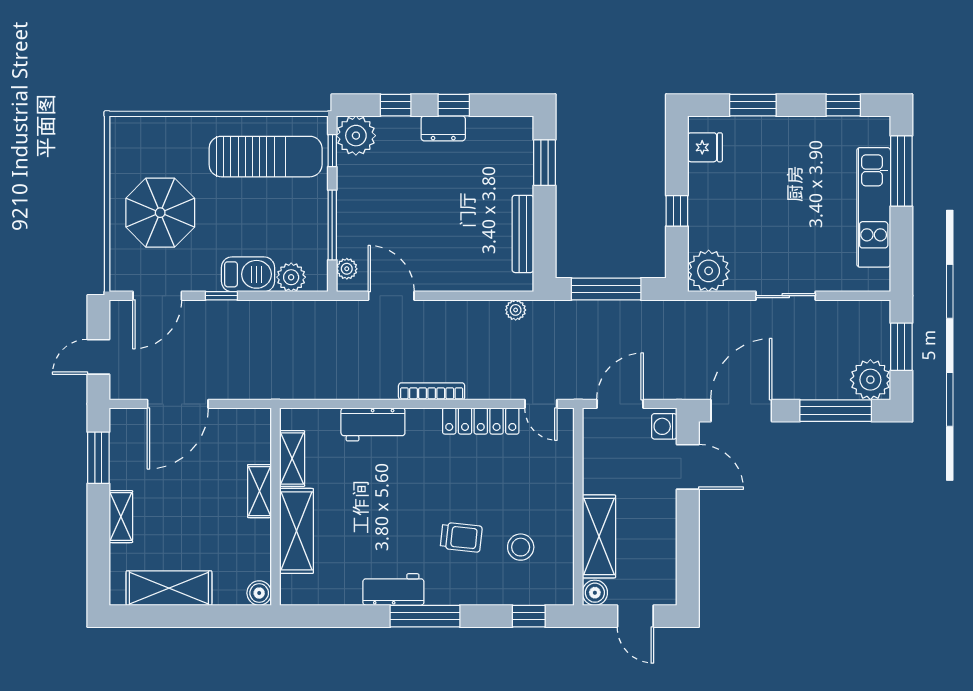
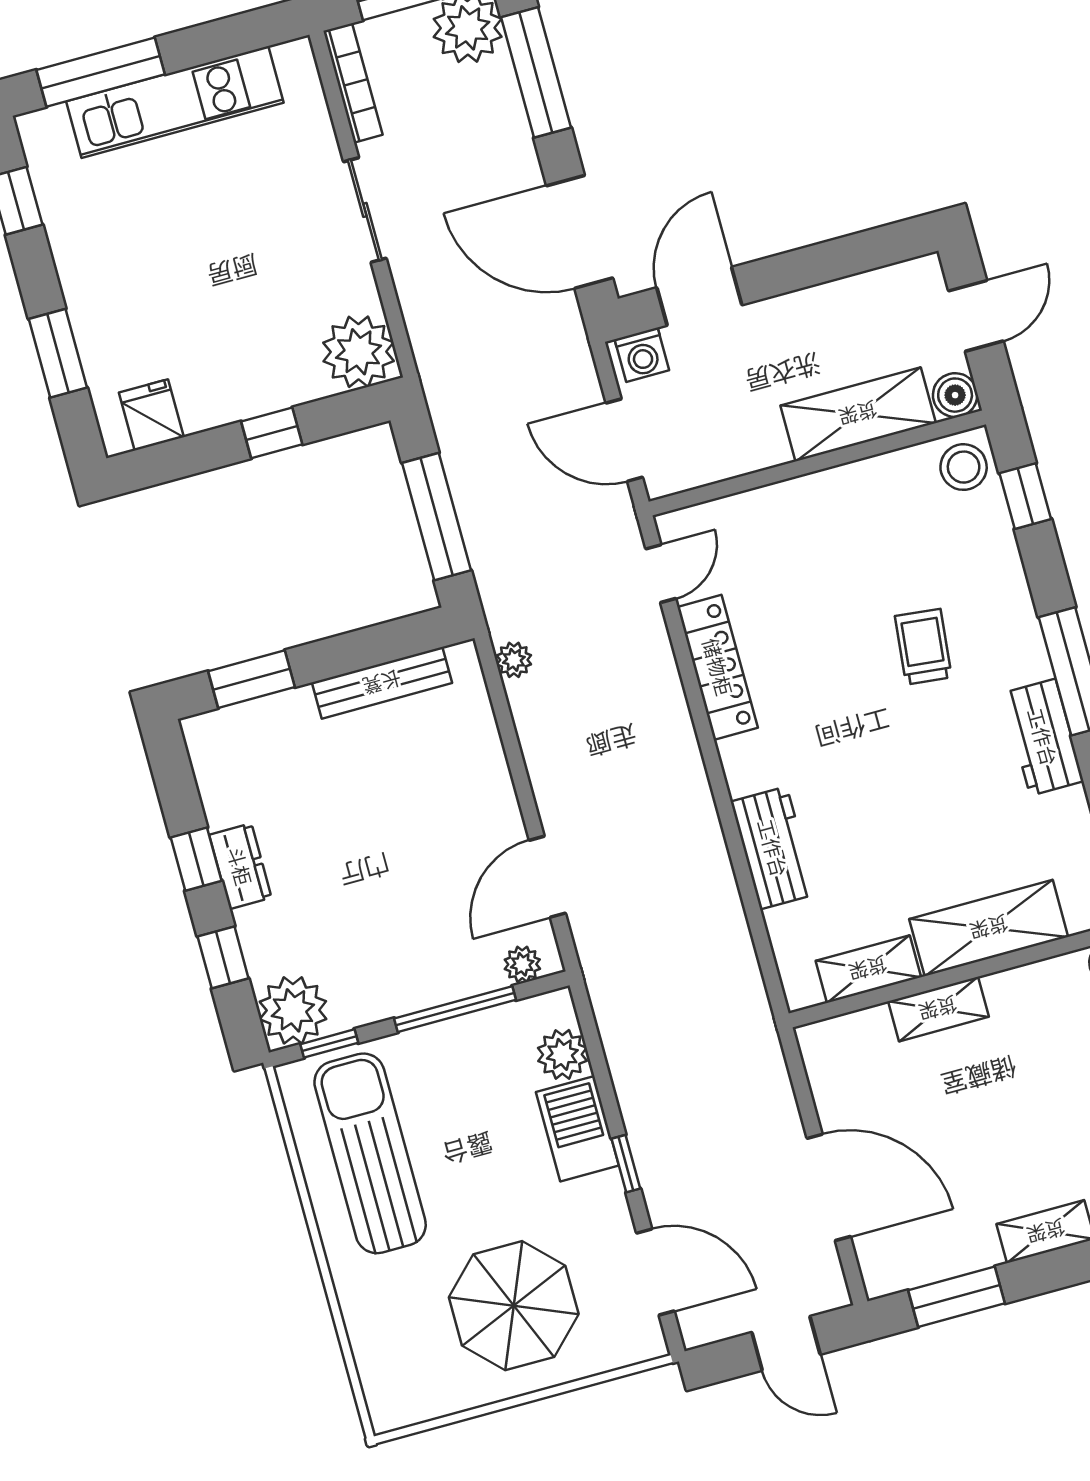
bookcase: (432, 391) -> (353, 83), moved, turned 180
stool: (521, 547) -> (964, 467), moved

